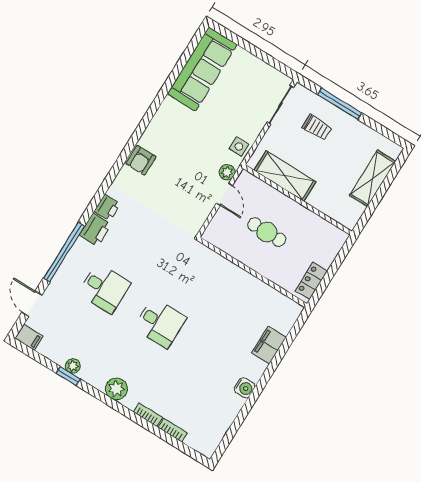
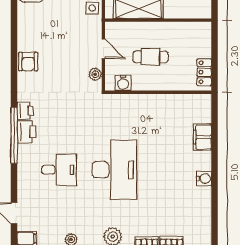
plant: (227, 172) -> (95, 74), moved
water cooler: (223, 241) -> (123, 83), added
window: (64, 252) -> (14, 135), moved
desk: (160, 323) -> (114, 170), width x1.87, depth x1.30

